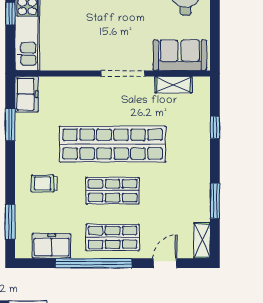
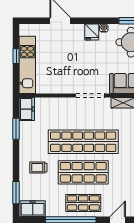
shop shelf: (113, 191) -> (83, 172), width x1.43, depth x1.36
freezer: (52, 246) -> (33, 209), moved

